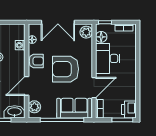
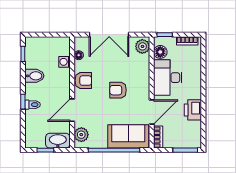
armchair: (66, 69) -> (118, 90), width x0.53, depth x0.53
printer: (129, 110) -> (193, 110), moved

